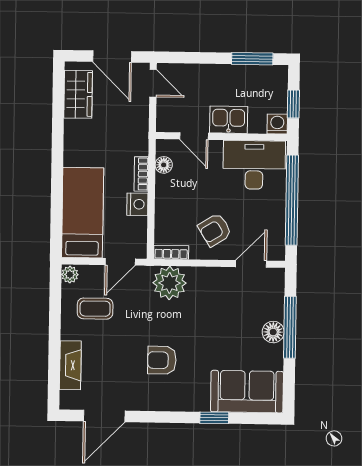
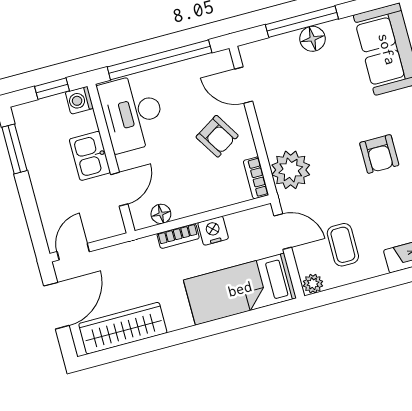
wardrobe: (78, 94) -> (123, 328), width x1.50

